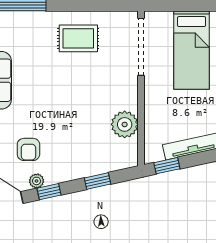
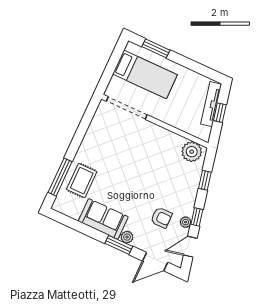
rug: (78, 38) -> (82, 181), moved
plant: (125, 124) -> (192, 152), moved
window: (167, 166) -> (220, 113), moved

